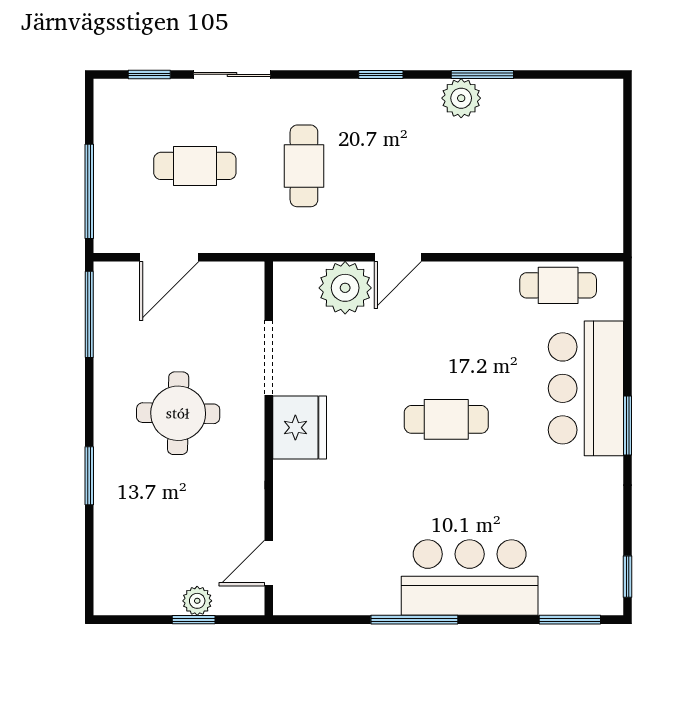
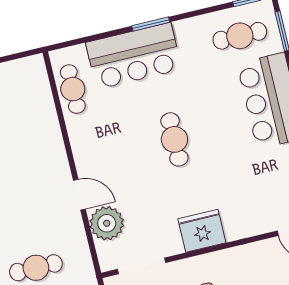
doorway: (269, 358) -> (142, 266), moved
cafe table: (578, 554) -> (240, 36), added

